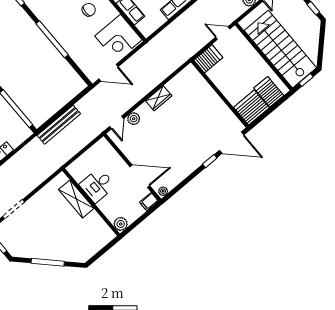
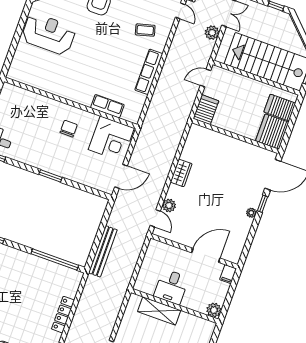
window: (52, 39) -> (50, 176), width x0.47
plant: (163, 191) -> (251, 213), moved

